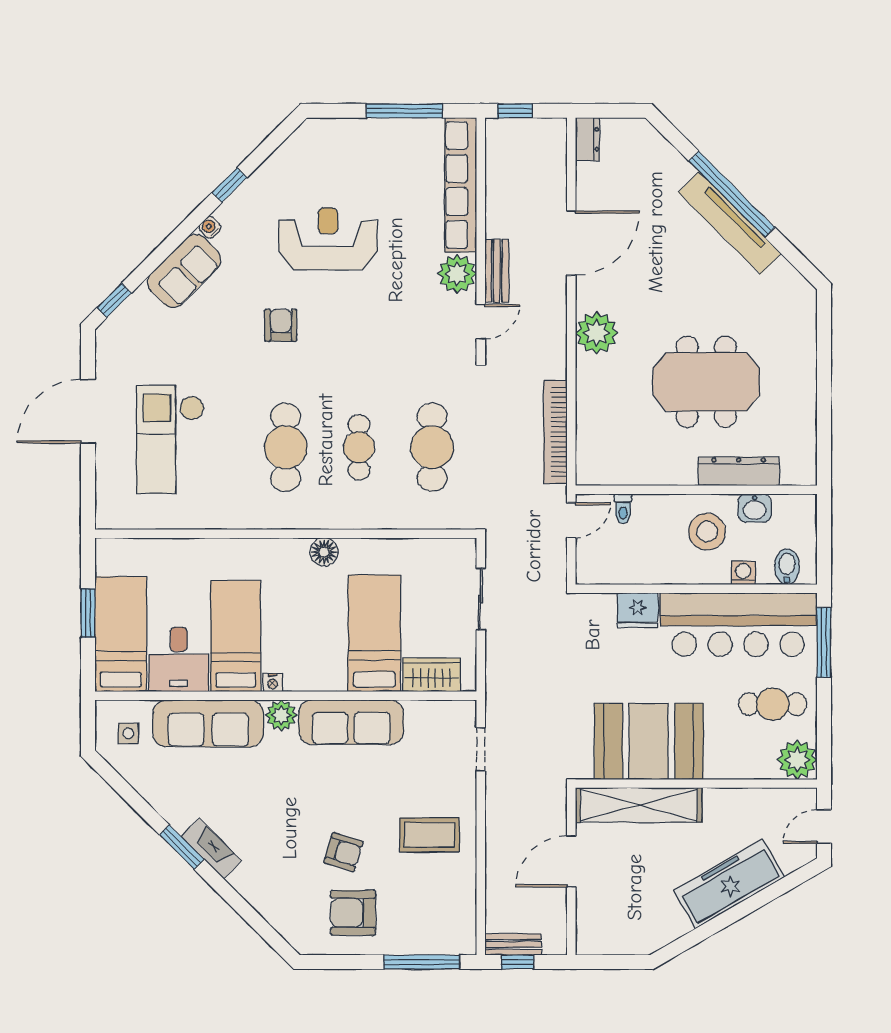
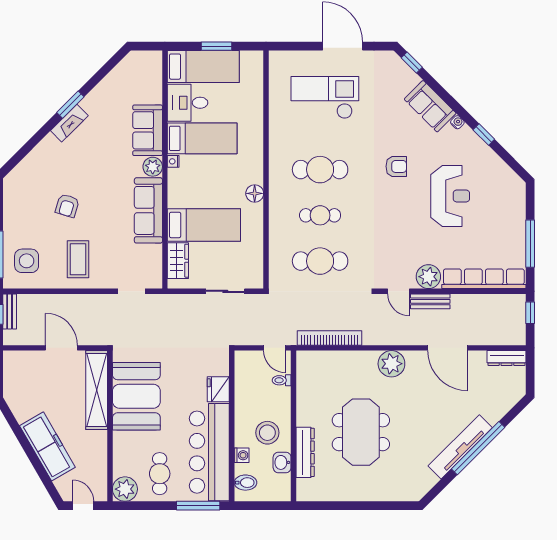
dresser: (587, 139) -> (507, 358), width x1.44
sofa: (208, 723) -> (148, 130), width x0.73
side table: (128, 733) -> (27, 261), moved, width x1.87, depth x1.87
armchair: (353, 913) -> (29, 212), removed

